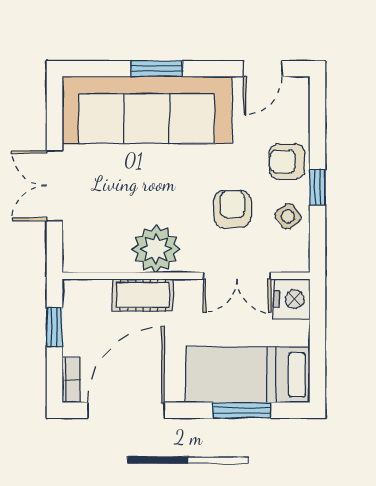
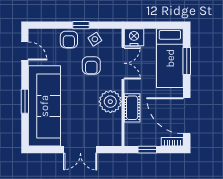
armchair: (232, 209) -> (91, 65), turned -90

